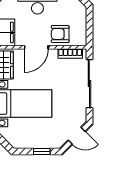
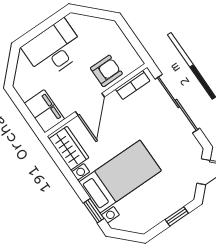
armchair: (60, 34) -> (106, 71), turned 180

